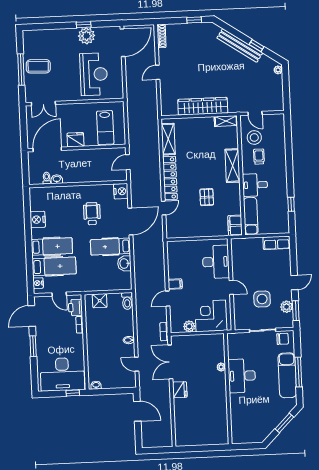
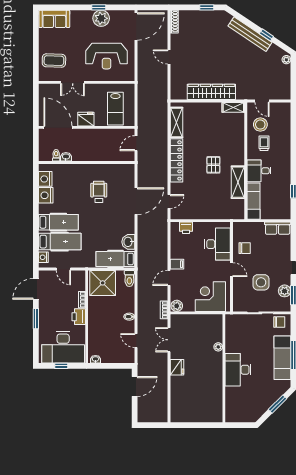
sofa: (39, 39) -> (54, 19), added
coffee table: (38, 66) -> (54, 61), moved
window: (21, 69) -> (36, 48), removed
door: (158, 72) -> (169, 57), hinge flipped
reception desk: (94, 74) -> (106, 56), turned 90
double door: (43, 103) -> (73, 82), moved
door: (47, 149) -> (58, 127), hinge flipped
shelving: (233, 166) -> (238, 182), moved
nightstand: (121, 191) -> (45, 179), moved, turned 180
pallet: (207, 197) -> (213, 165), moved
door: (164, 208) -> (169, 202), moved
filing cabinet: (235, 225) -> (238, 209), removed
hospital bed: (110, 247) -> (115, 259), moved
printer: (183, 247) -> (186, 228), added
chair: (244, 265) -> (245, 248), added
shower: (100, 301) -> (103, 283), width x1.86, depth x1.86
printer: (75, 307) -> (79, 317), moved
plant: (189, 326) -> (177, 306), moved
double door: (170, 362) -> (169, 340), width x0.73
desk: (242, 376) -> (238, 370), moved
window: (73, 393) -> (61, 366), moved
door: (137, 411) -> (135, 386), hinge flipped

